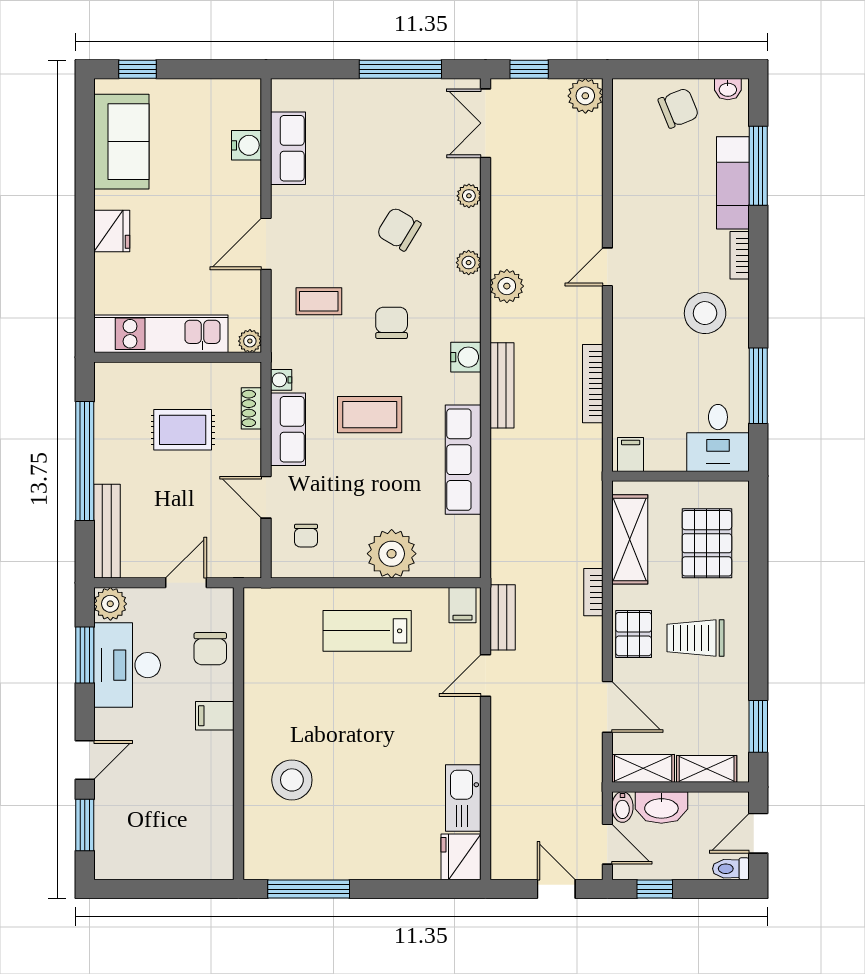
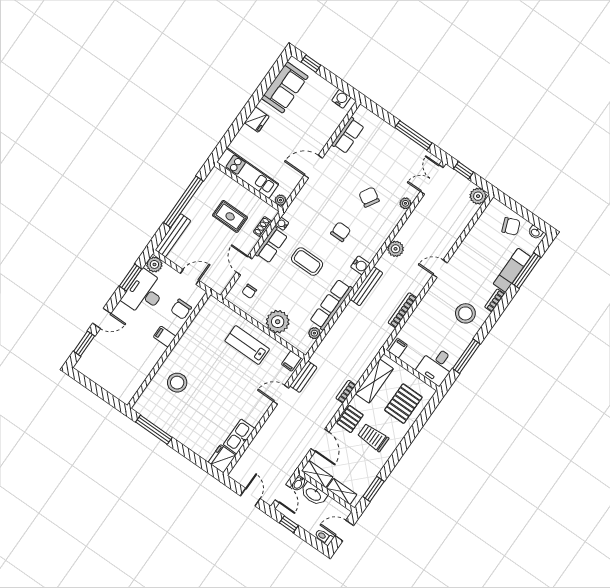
water cooler: (247, 145) -> (341, 99), moved, turned -90
plant: (469, 263) -> (314, 333), moved
coffee table: (319, 301) -> (318, 203), removed

